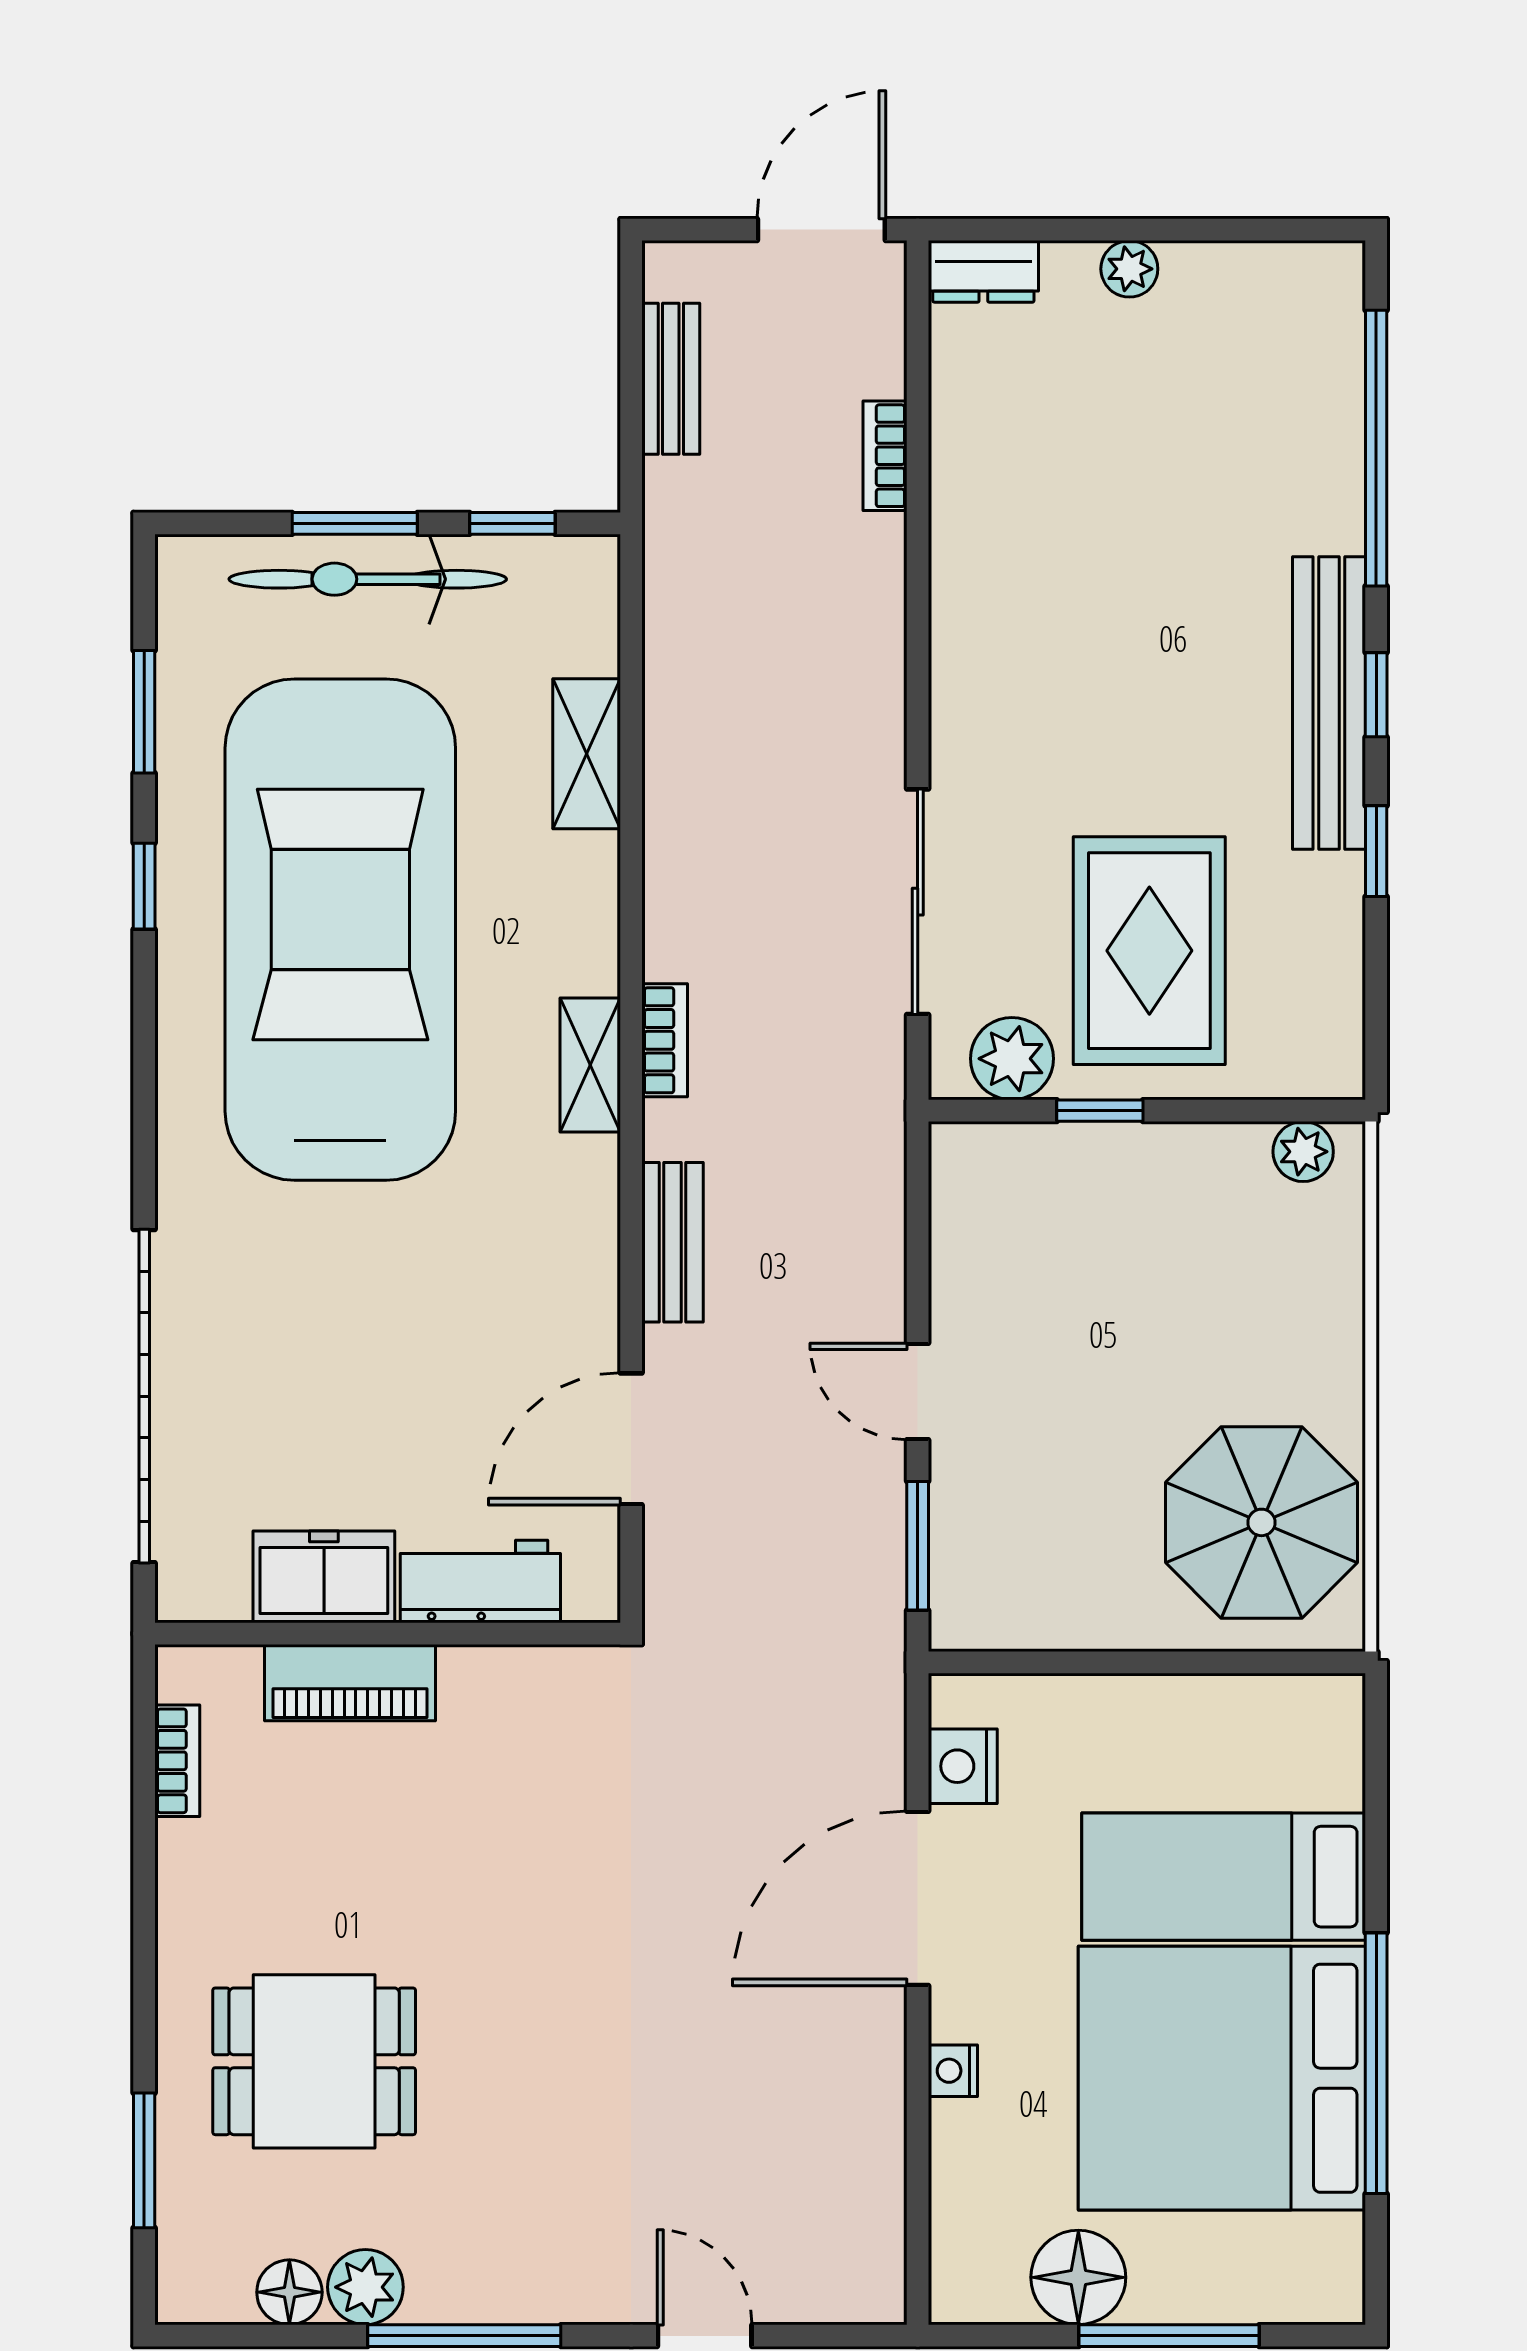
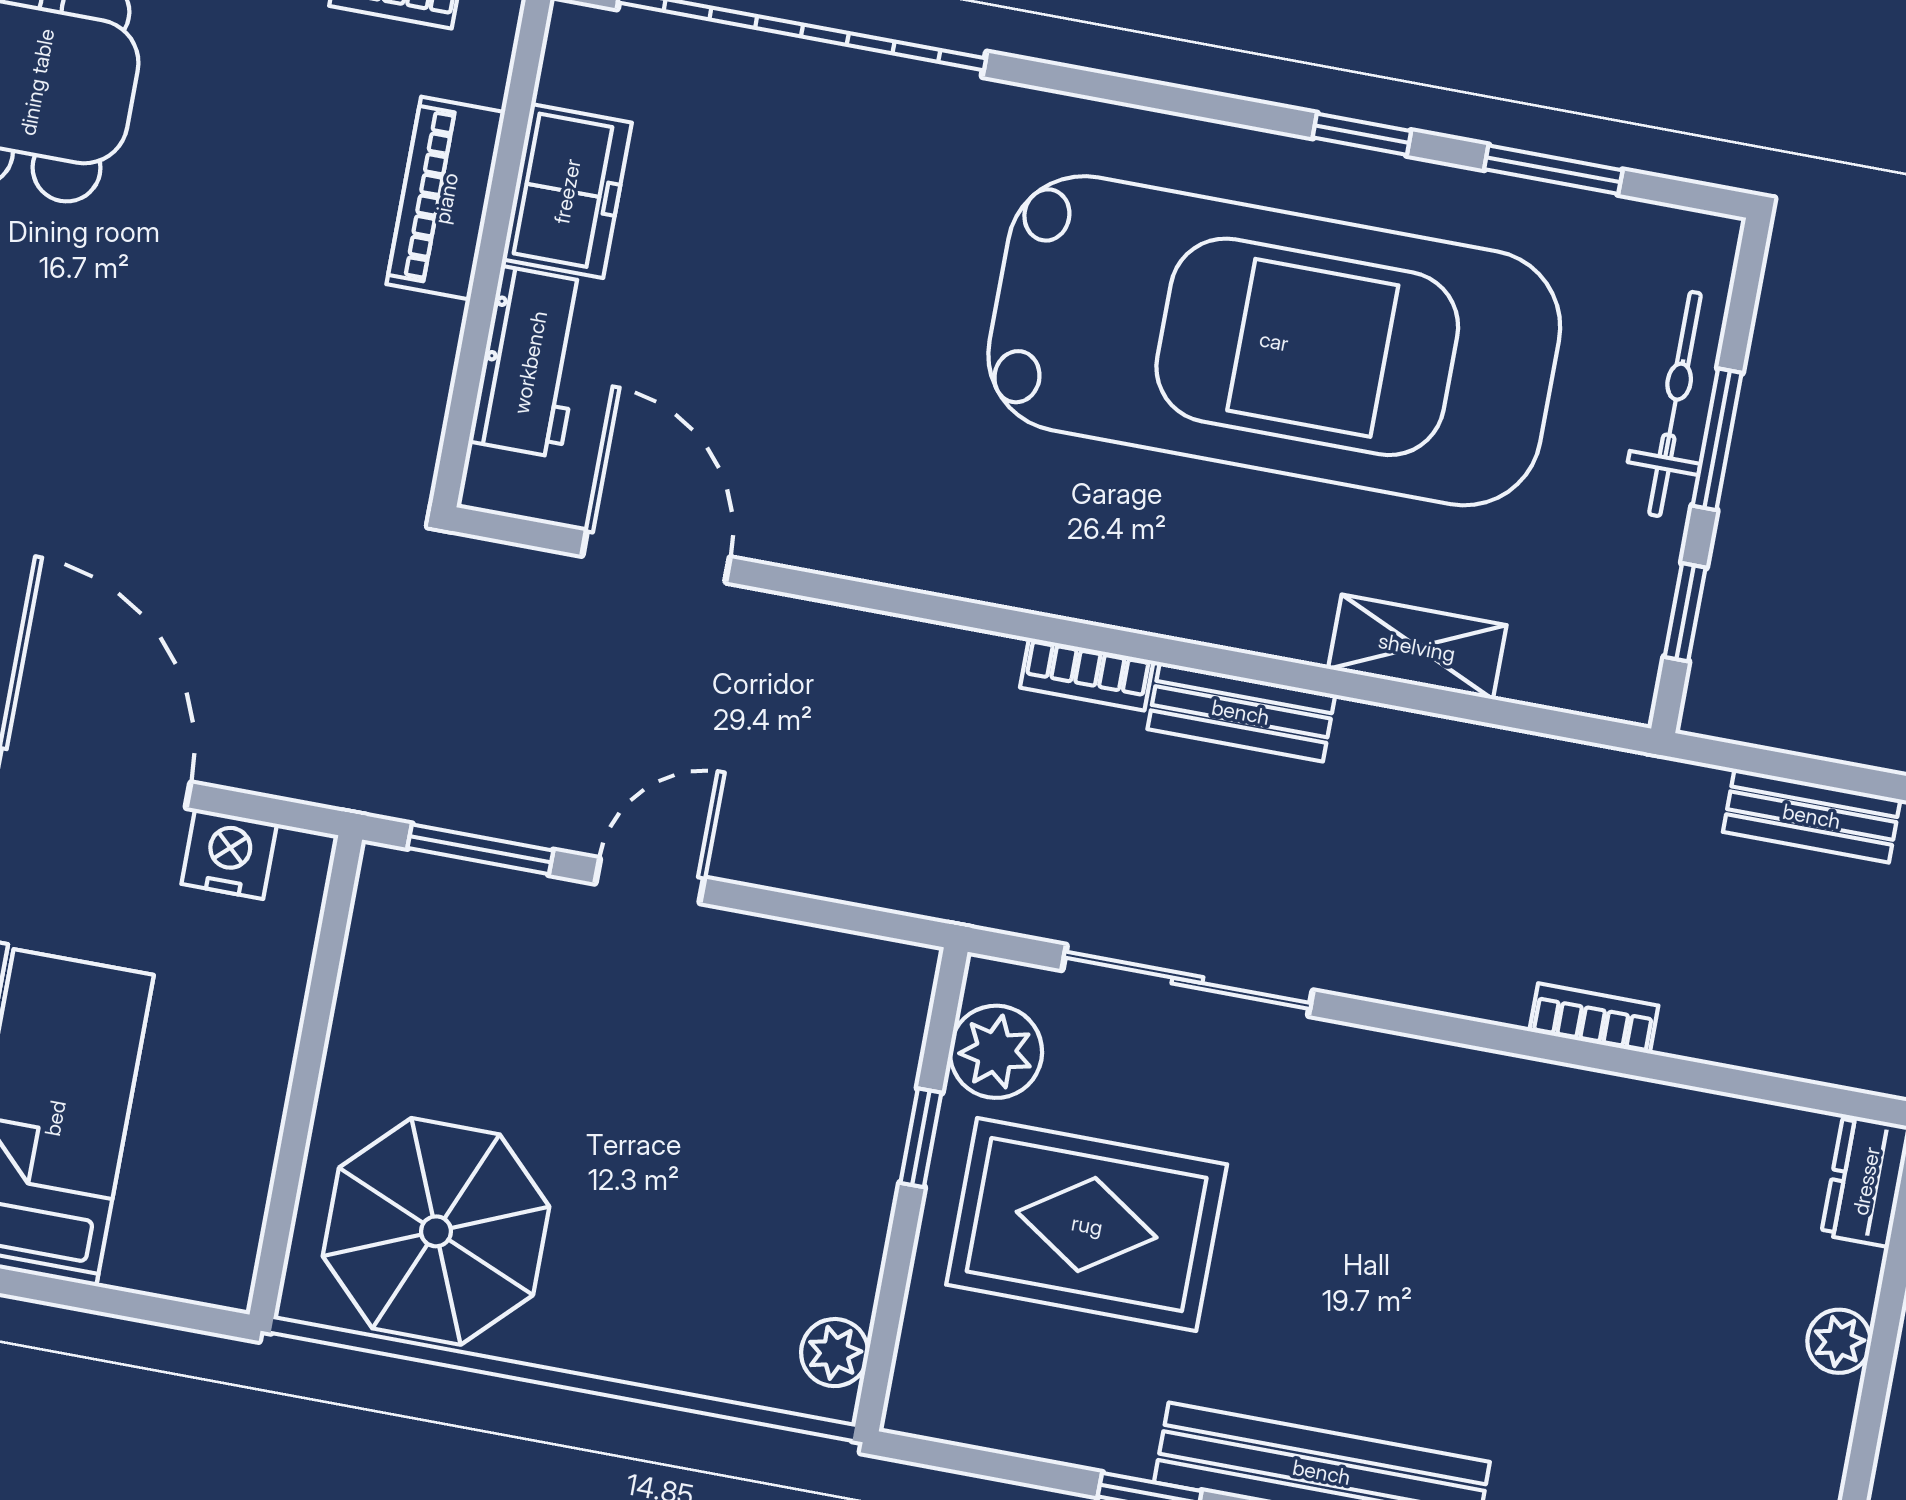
bookcase: (885, 456) -> (1594, 1018), moved
bicycle: (368, 579) -> (1675, 404), width x0.73, depth x0.71
shelving: (590, 1065) -> (1075, 588), removed
bench: (672, 1242) -> (1241, 712), moved

